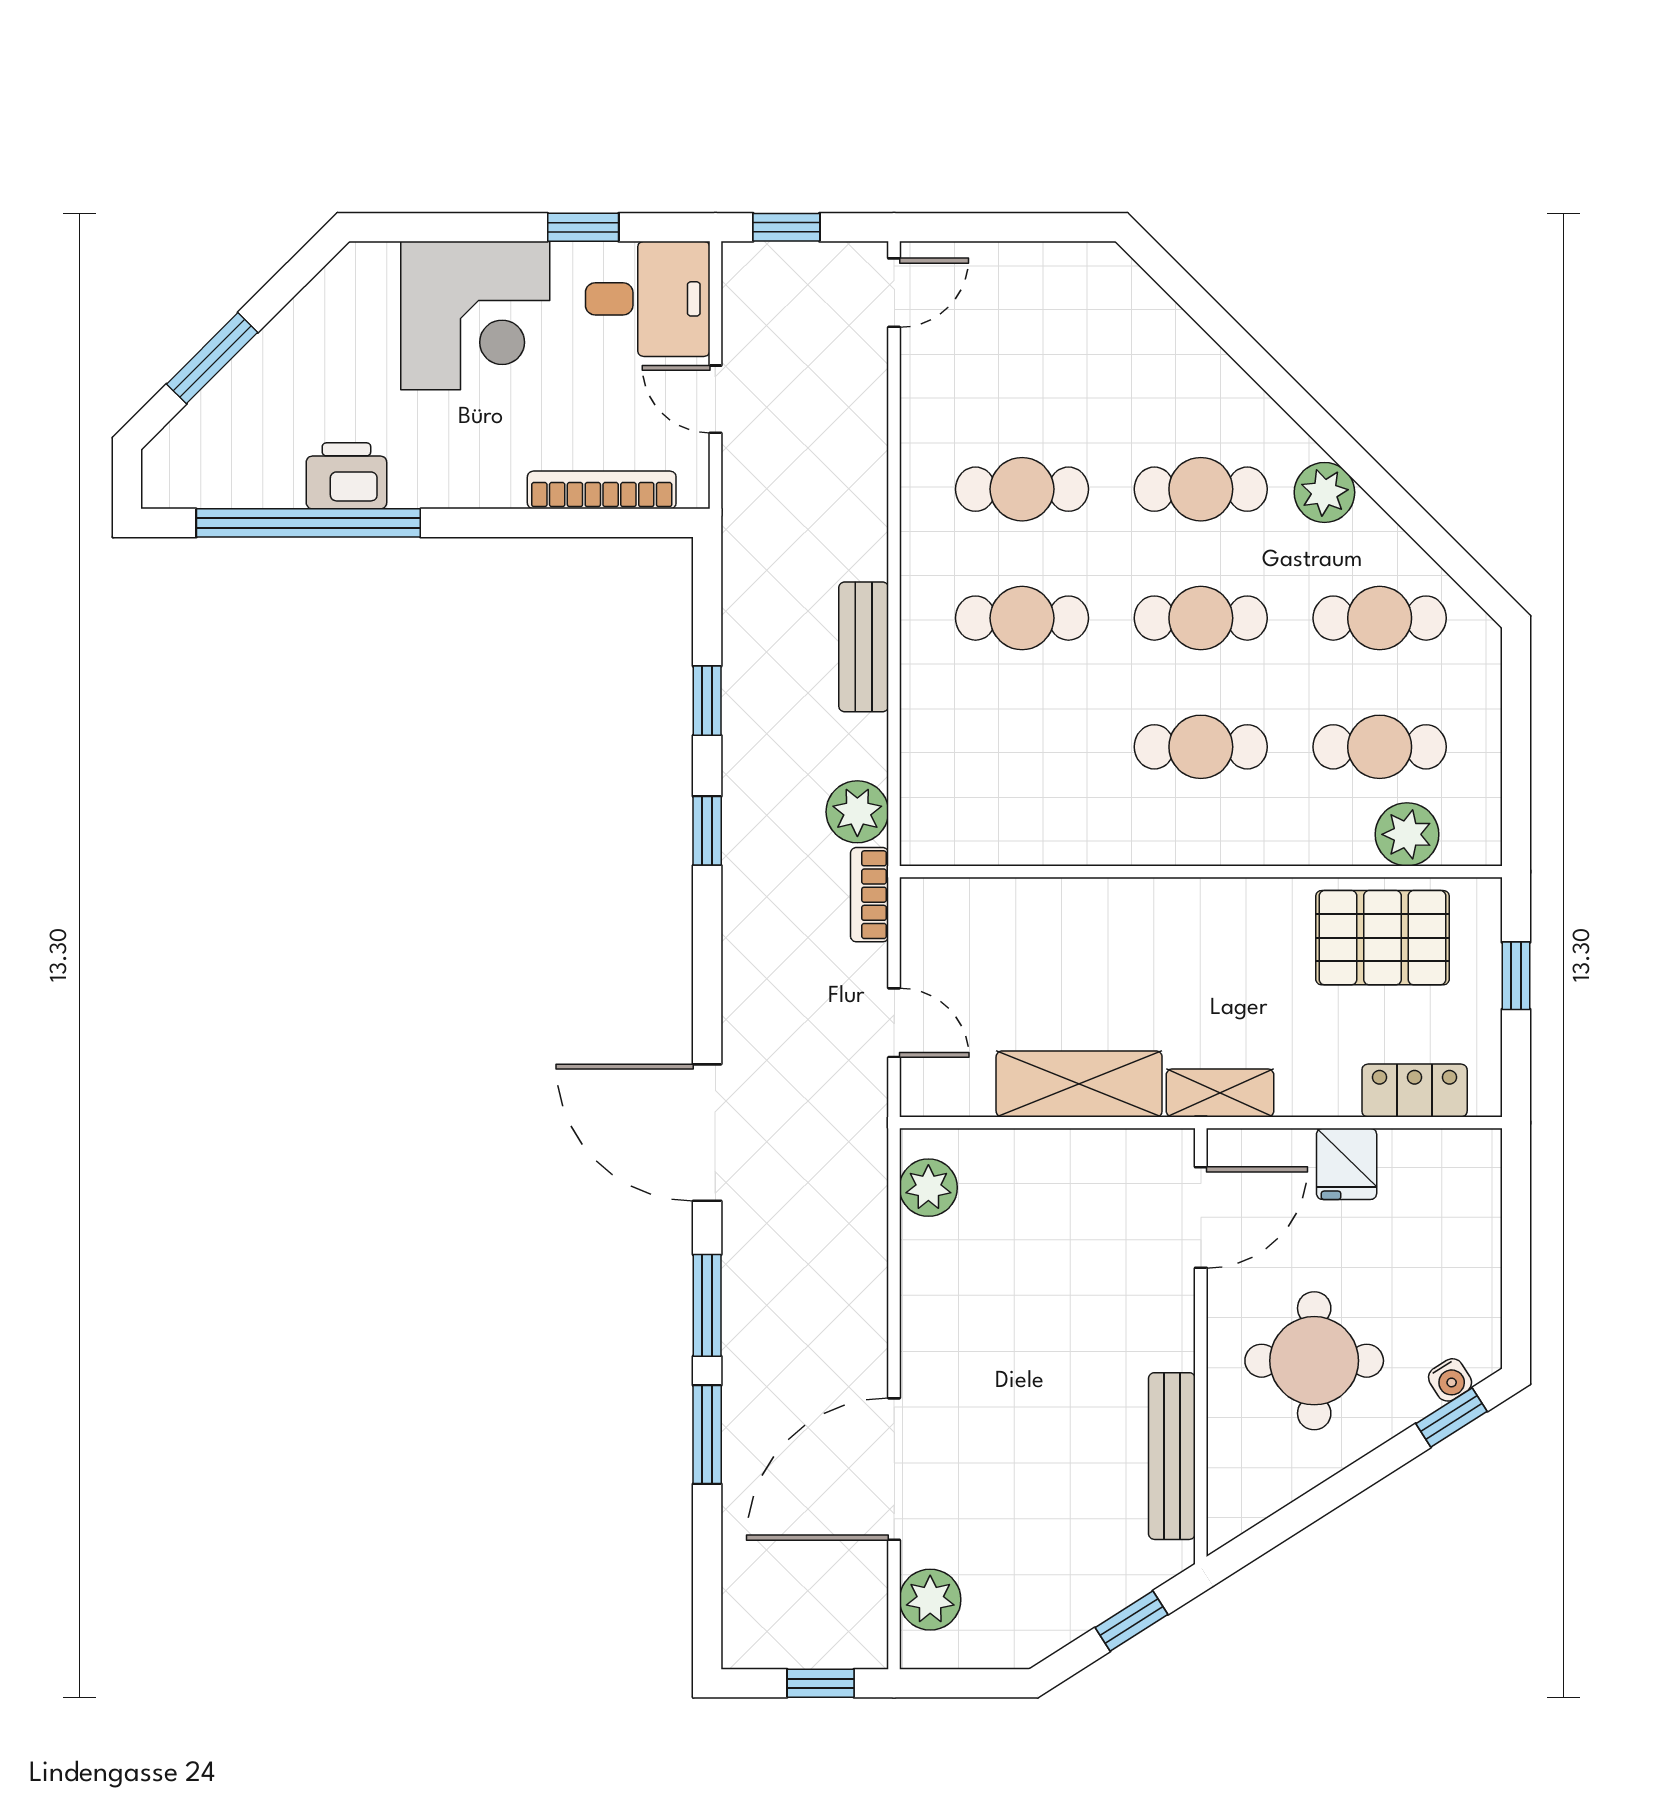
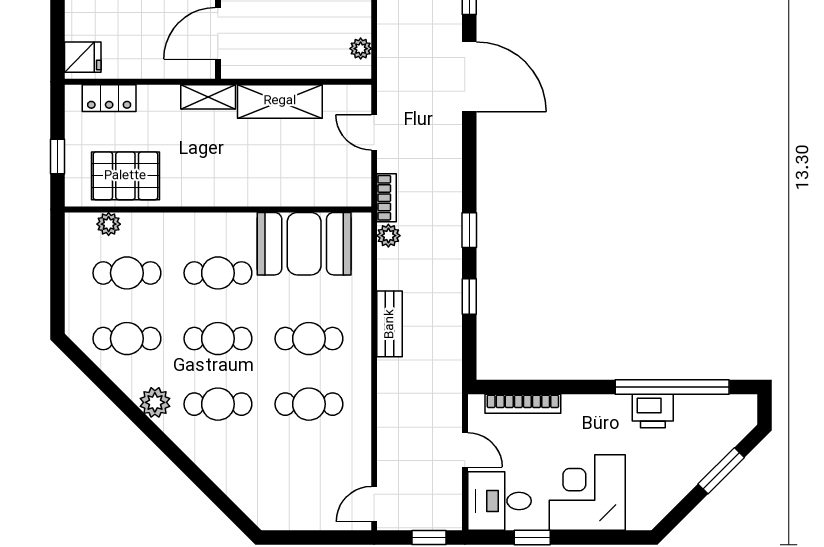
booth: (1031, 804) -> (304, 244), added
plant: (857, 812) -> (388, 236), width x0.73, depth x0.73
plant: (1407, 834) -> (109, 224), width x0.73, depth x0.73
fridge: (1347, 1164) -> (83, 57), moved, turned 90
plant: (928, 1188) -> (361, 49), width x0.73, depth x0.73

